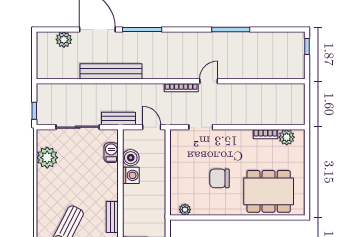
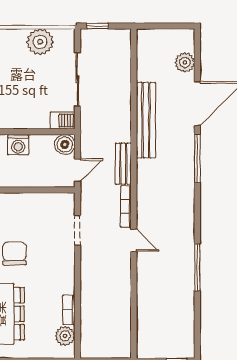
bench: (118, 119) -> (123, 164), moved
barbecue: (111, 153) -> (63, 120), moved
boiler: (131, 158) -> (65, 145), moved

